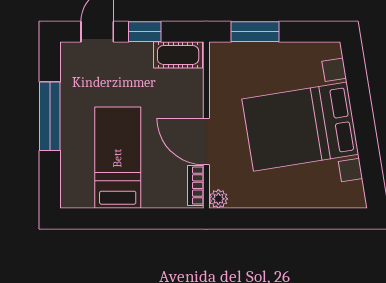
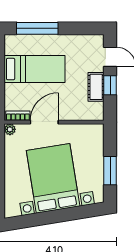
window: (255, 32) -> (110, 171), moved
cot: (178, 55) -> (96, 87), moved
window: (50, 116) -> (37, 28), moved

